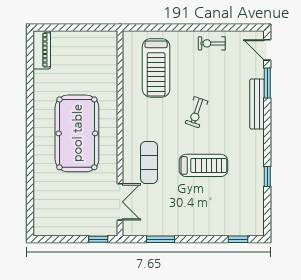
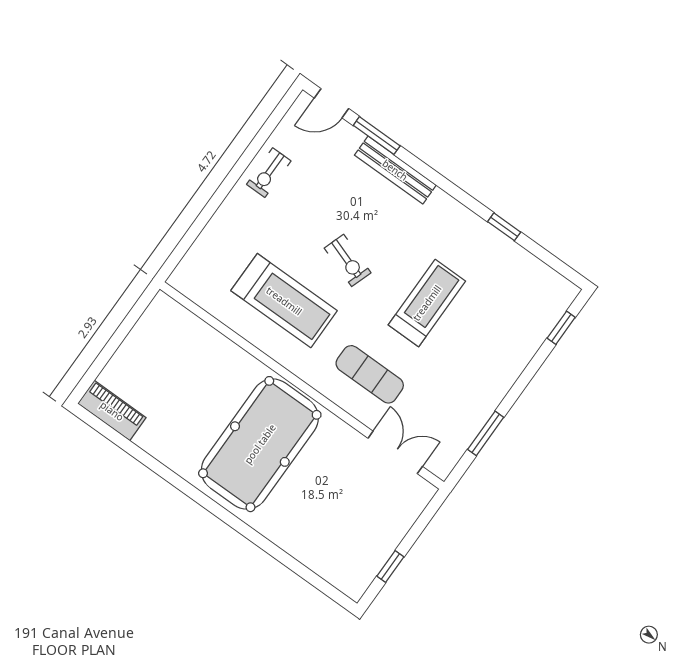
treadmill: (156, 68) -> (284, 301), moved
pool table: (77, 133) -> (260, 444), turned 90
window: (98, 239) -> (390, 567), moved

